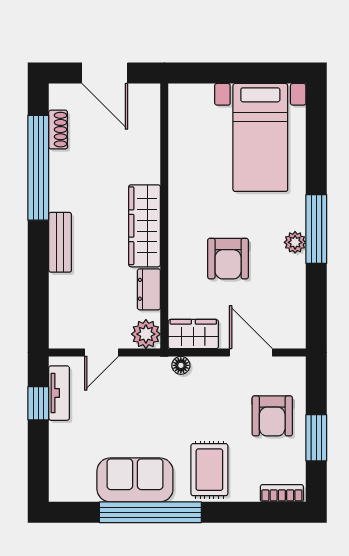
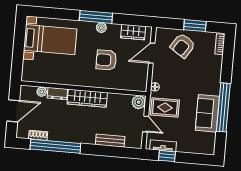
plant: (150, 129) -> (42, 92), added
bench: (60, 242) -> (110, 141), moved
armchair: (228, 259) -> (106, 60), turned 180
dresser: (149, 289) -> (57, 94), moved
wardrobe: (193, 334) -> (133, 32), moved, turned -90
armchair: (272, 416) -> (183, 46), turned 123
rug: (209, 470) -> (165, 107), moved

